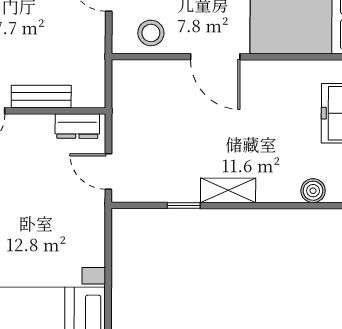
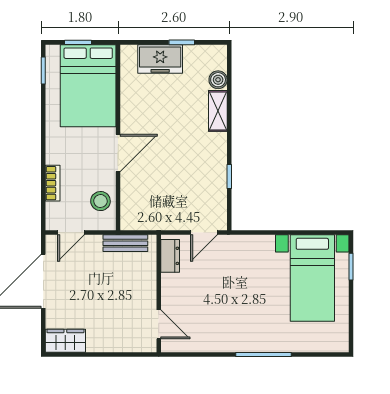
bench: (41, 96) -> (125, 243), moved, turned 90
shelving: (228, 190) -> (218, 111), moved

